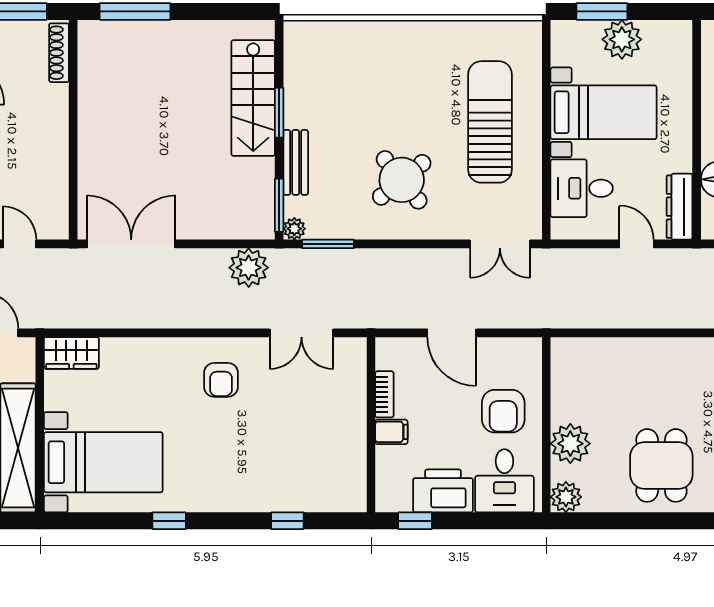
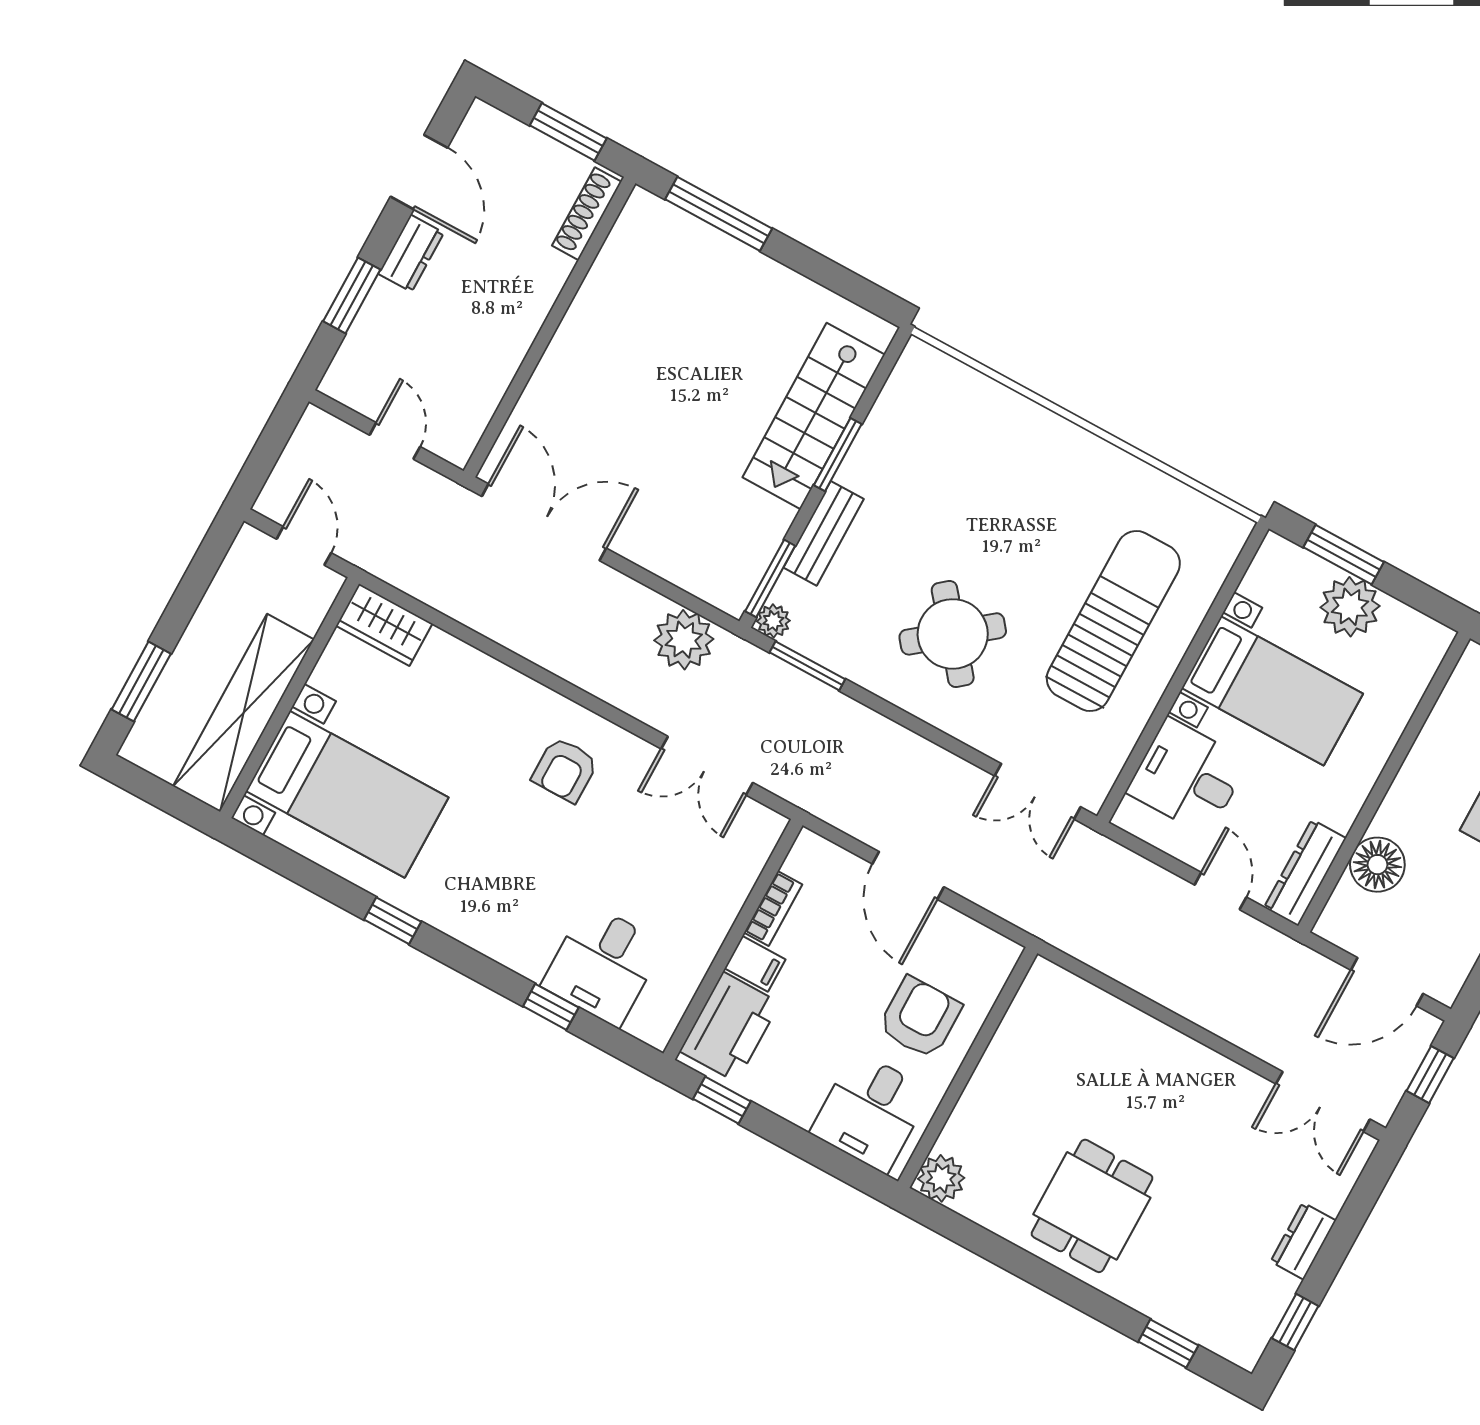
armchair: (503, 411) -> (920, 1018), turned 180
plant: (570, 444) -> (986, 1110), removed
desk: (304, 480) -> (603, 965), added
printer: (443, 491) -> (730, 1027), moved, turned 90

